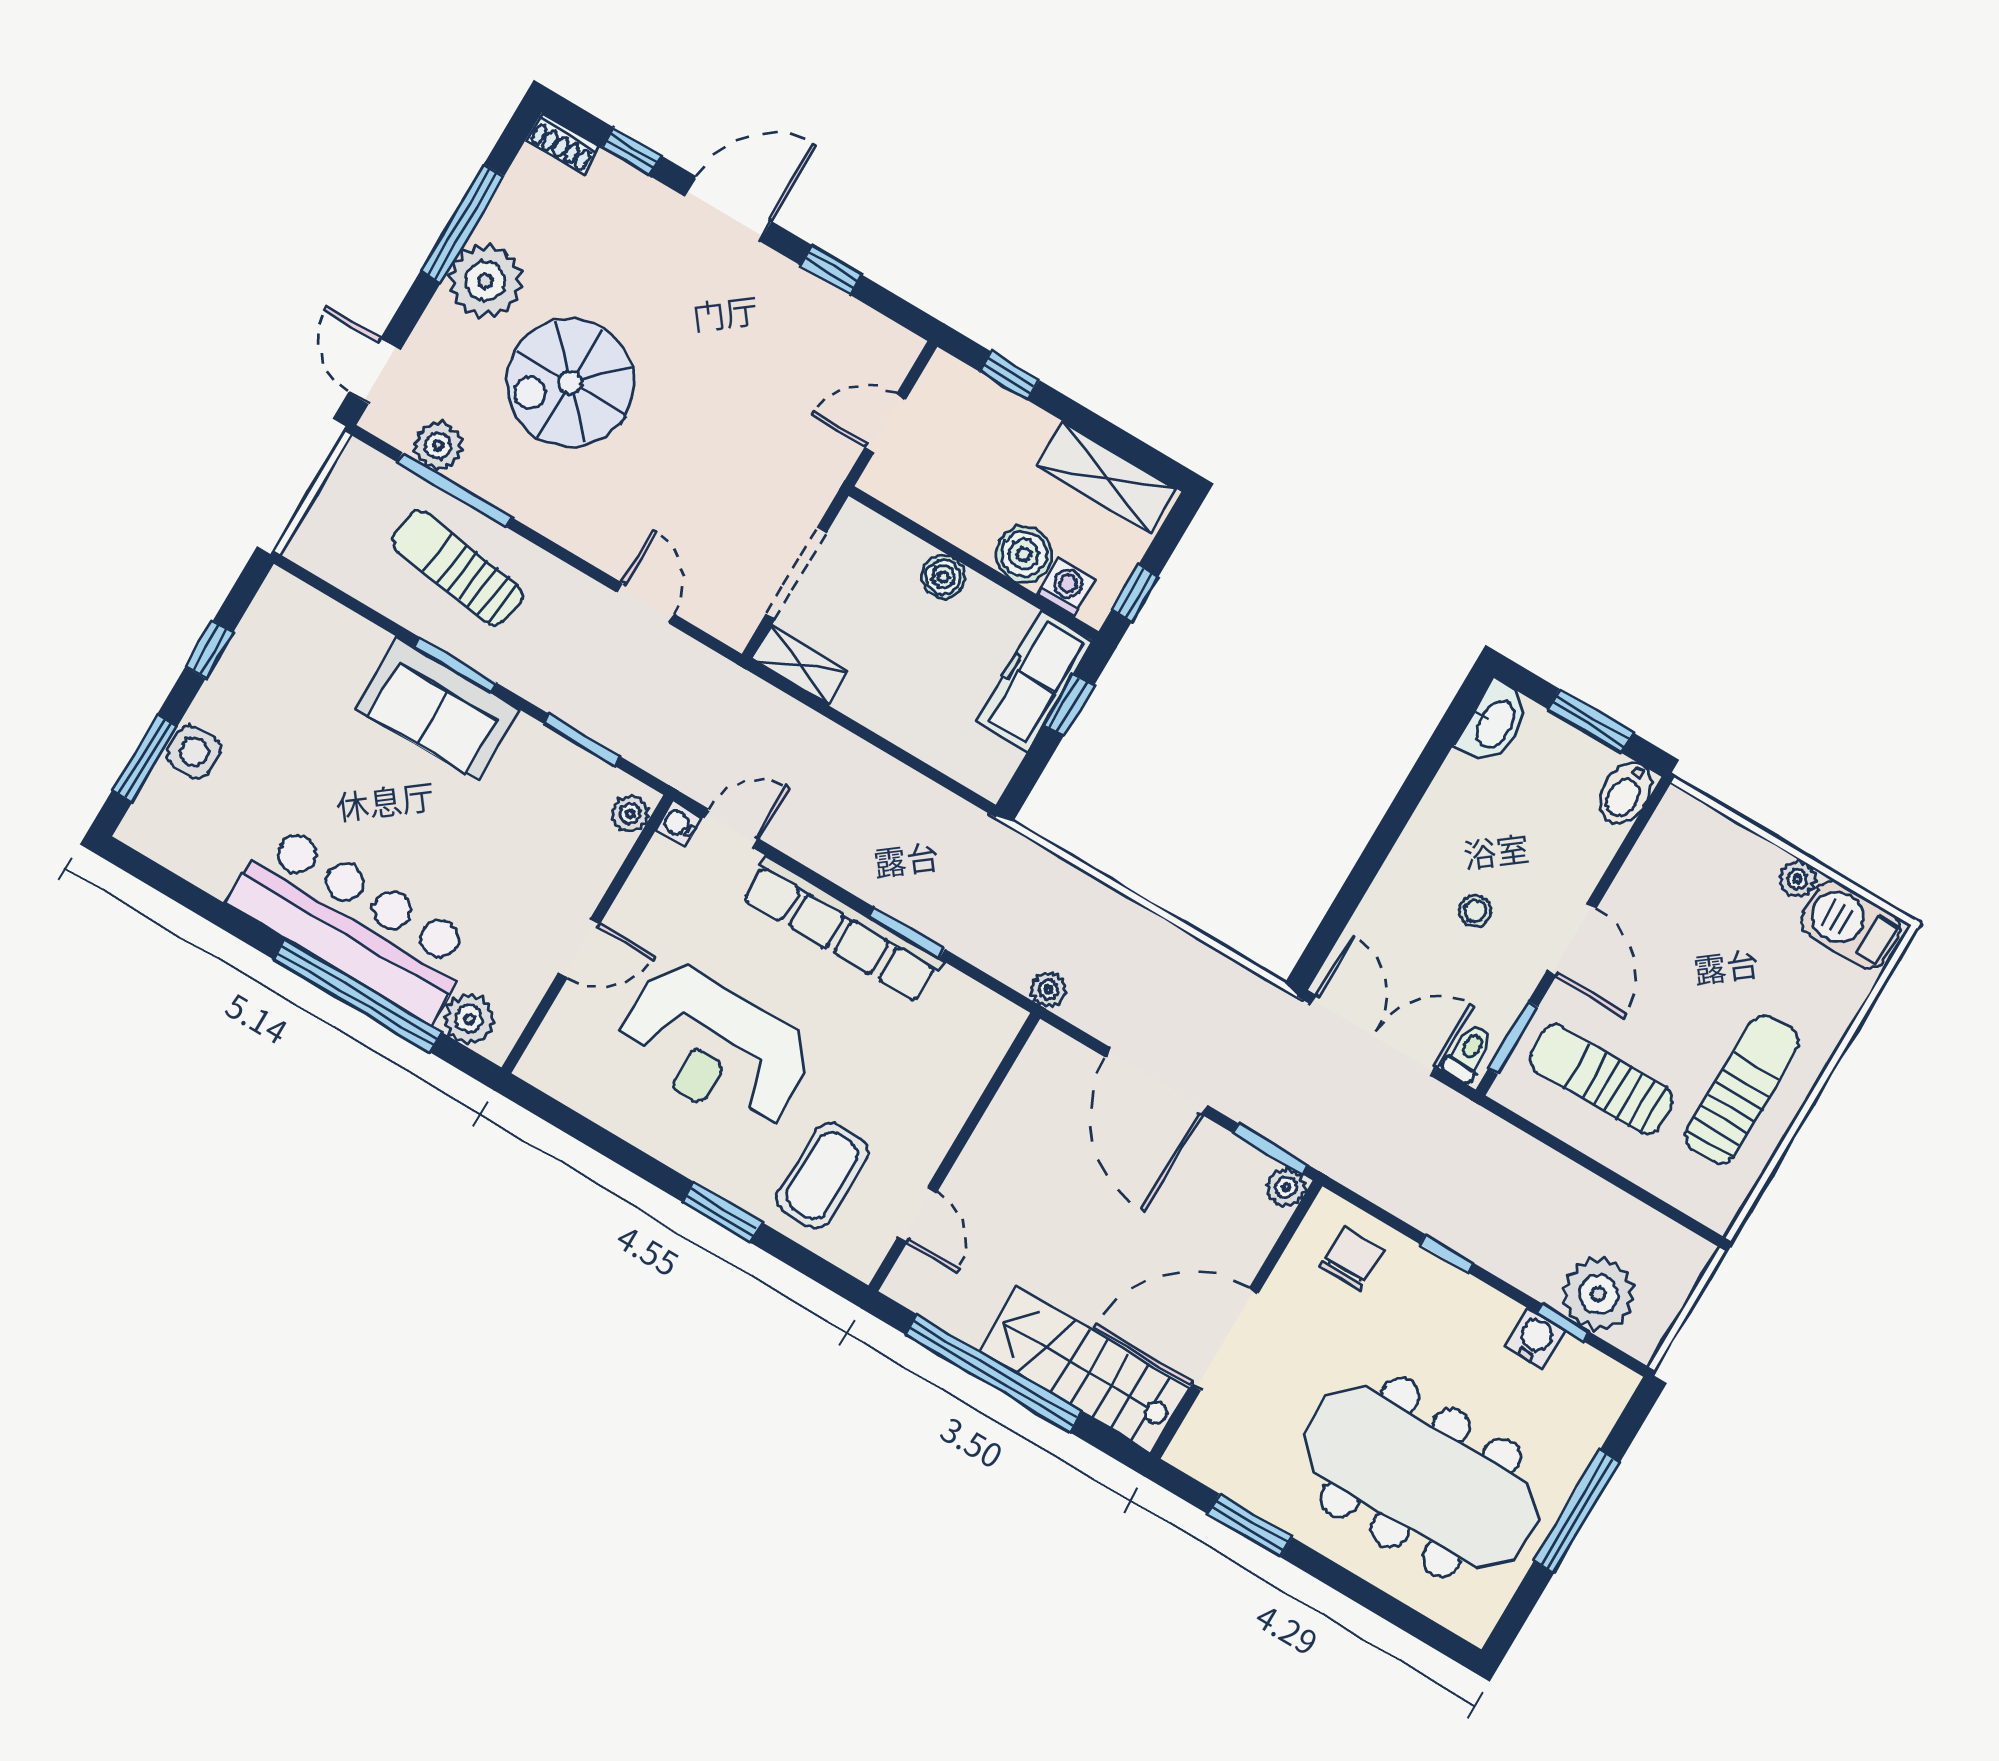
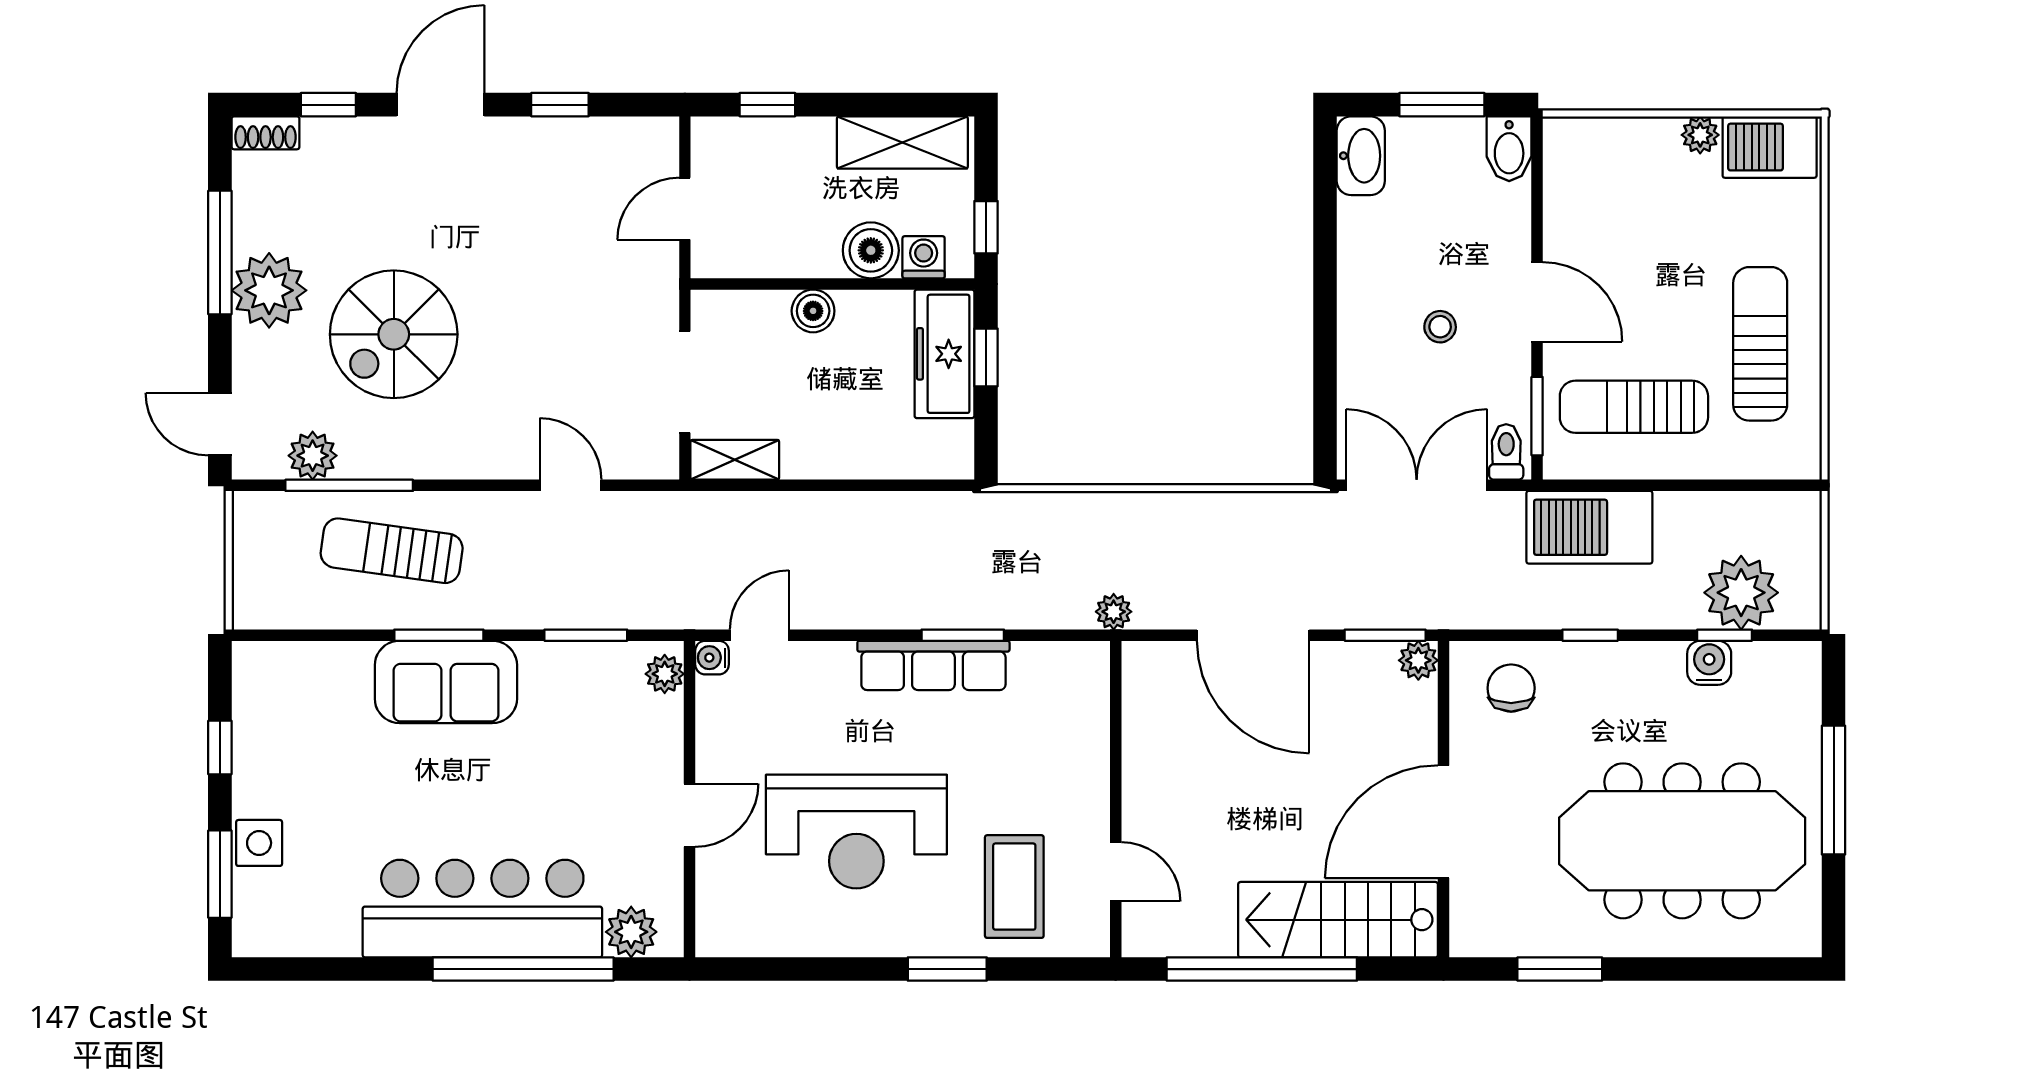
row of seats: (842, 930) -> (933, 665), width x0.73
barbecue: (1501, 1160) -> (1589, 527), added

